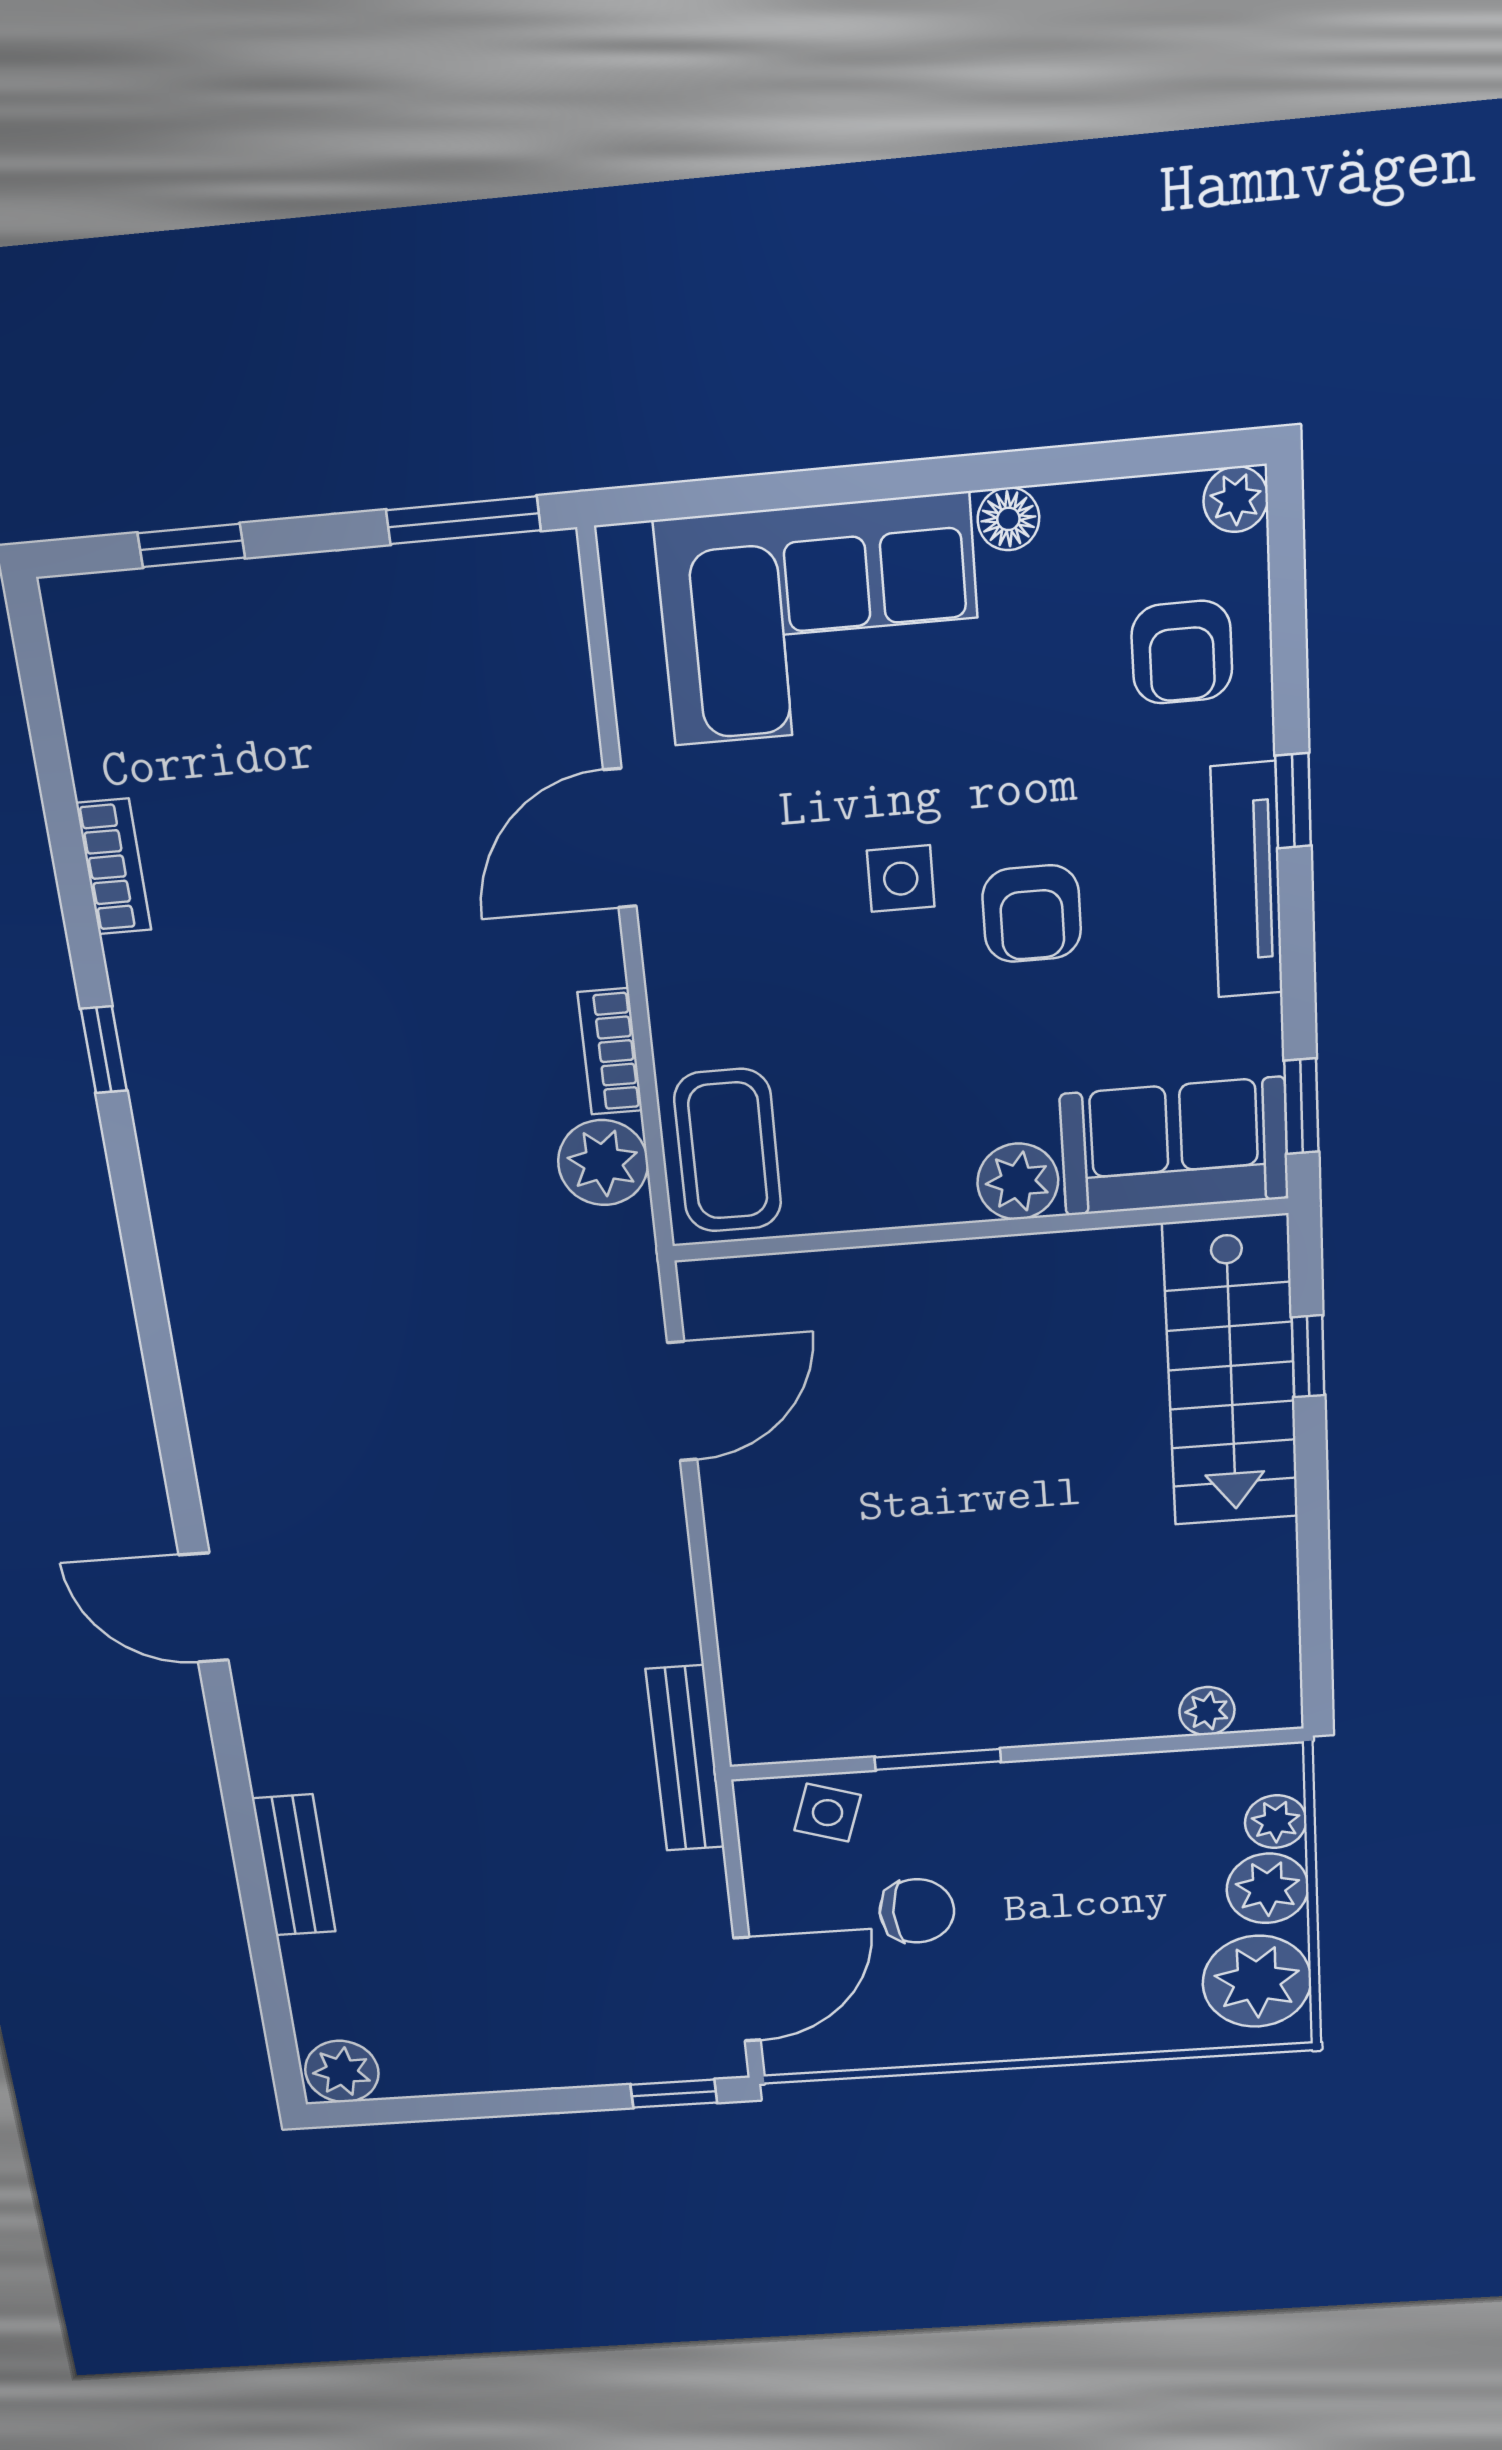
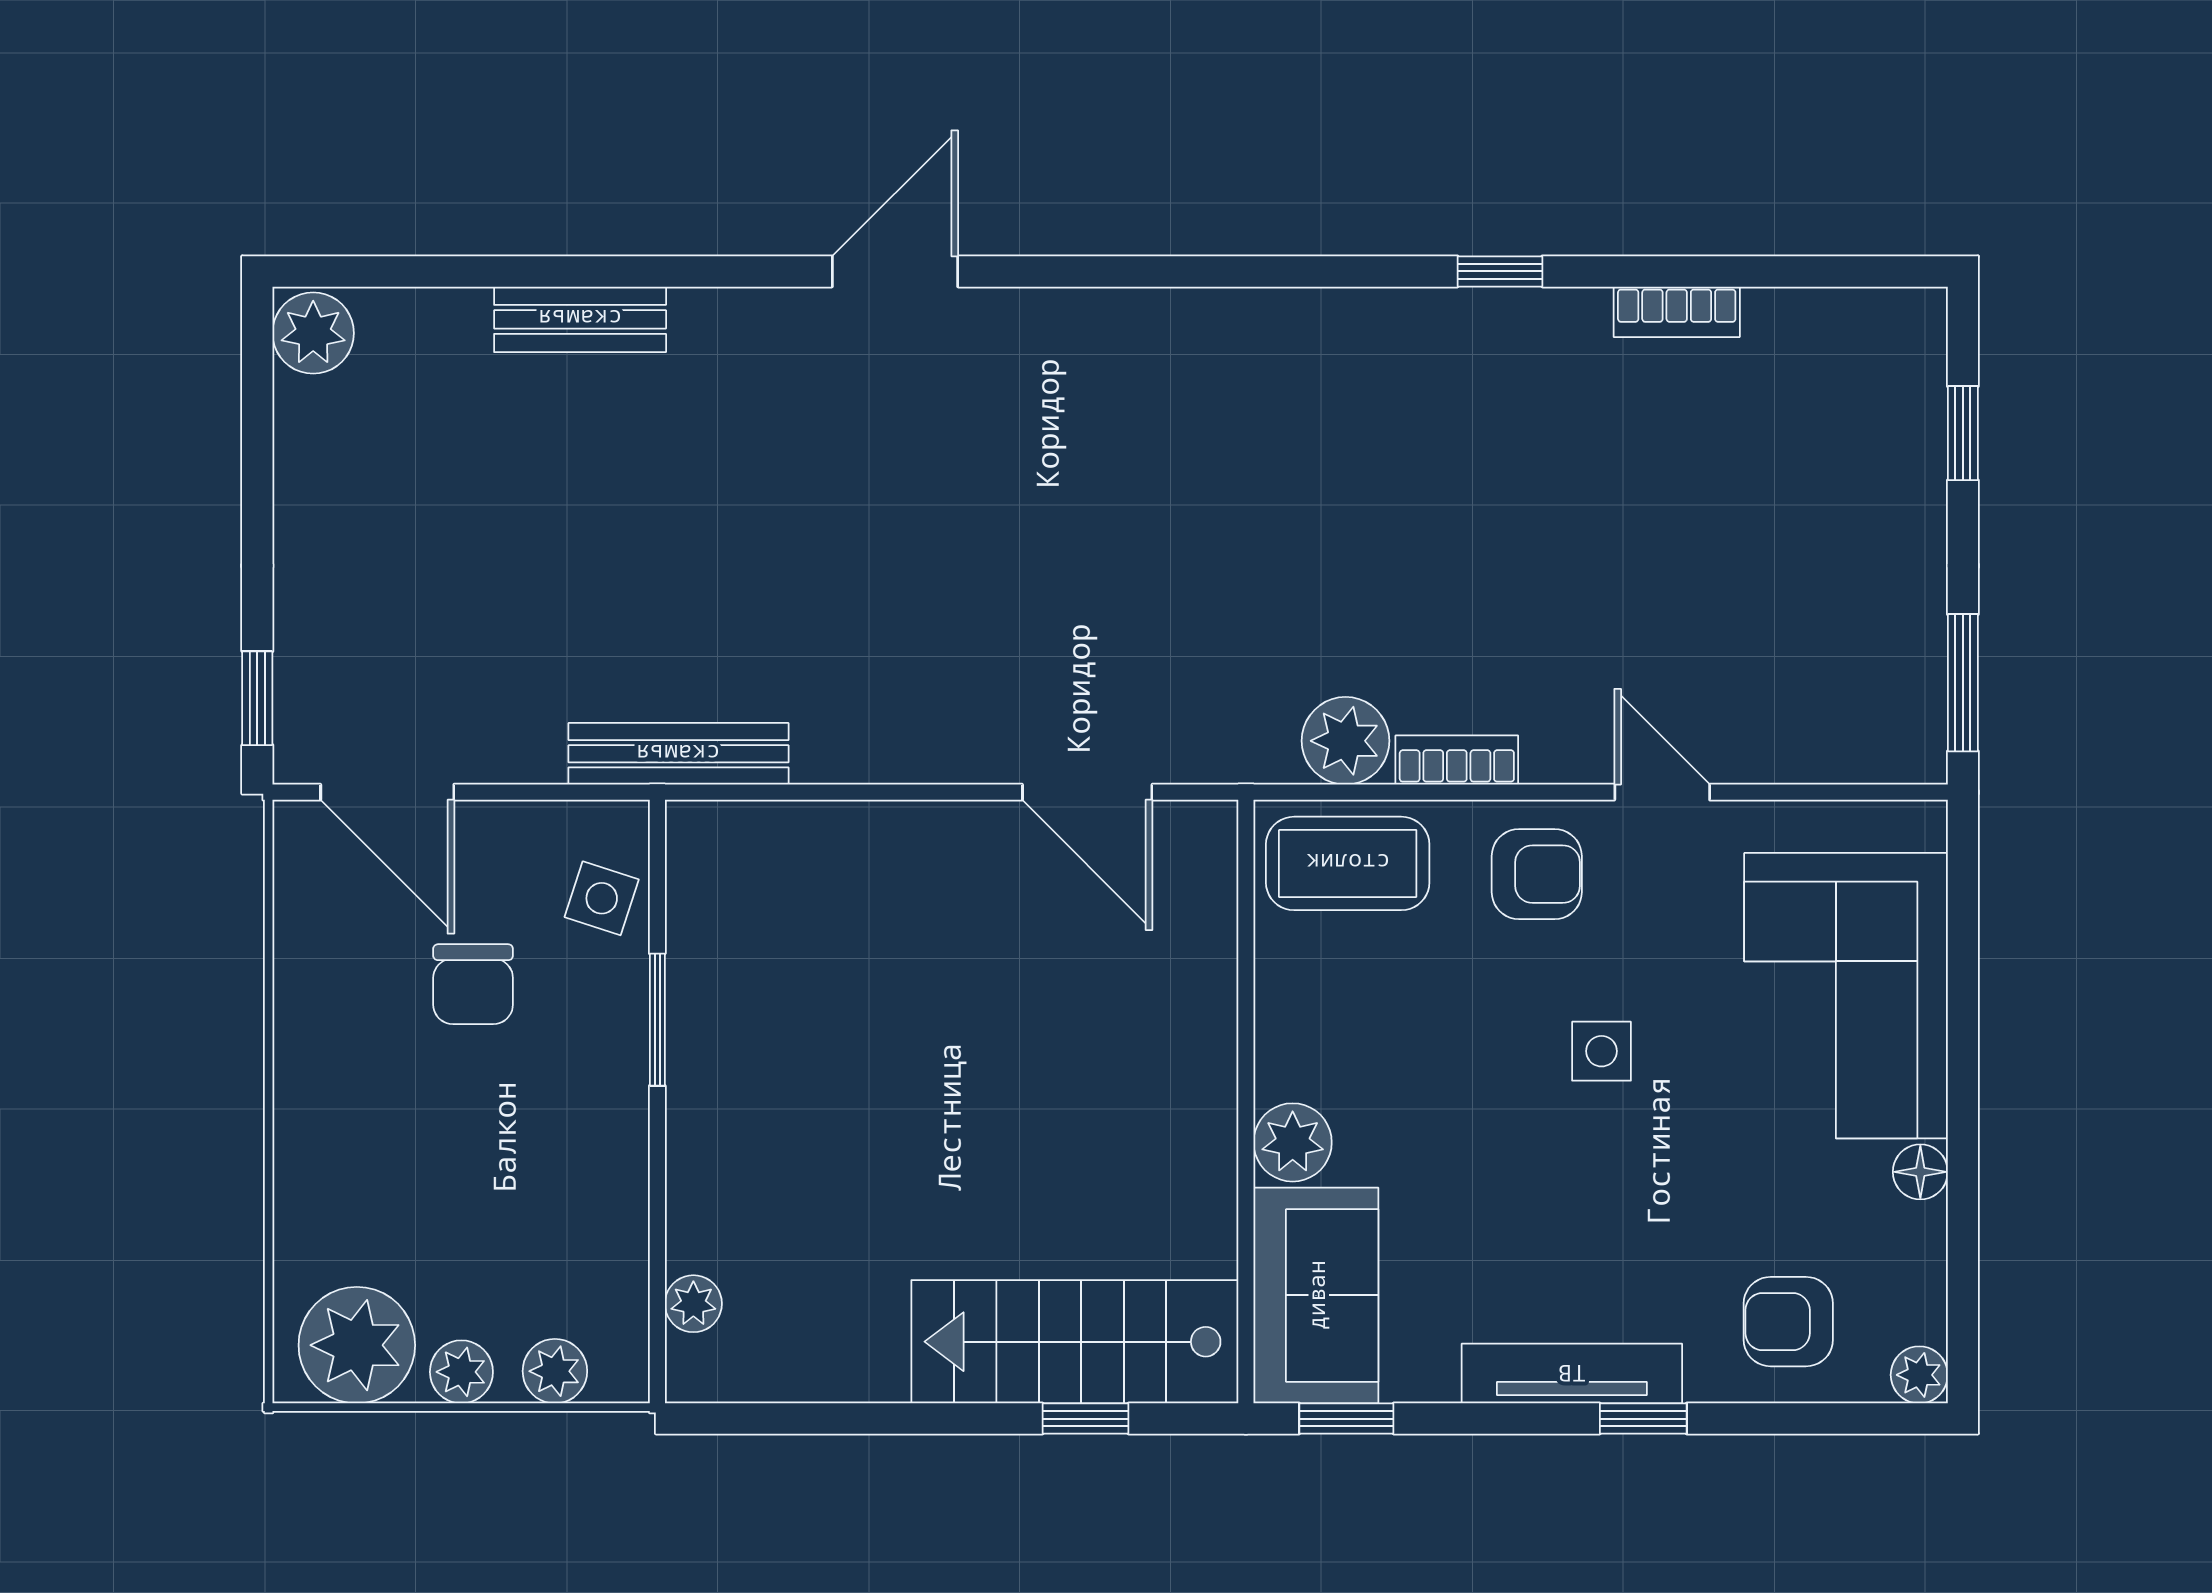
door: (620, 838) -> (1662, 792), width x0.73
armchair: (1032, 914) -> (1537, 874), moved, turned 180
plant: (1268, 1888) -> (461, 1372), width x0.73, depth x0.73

